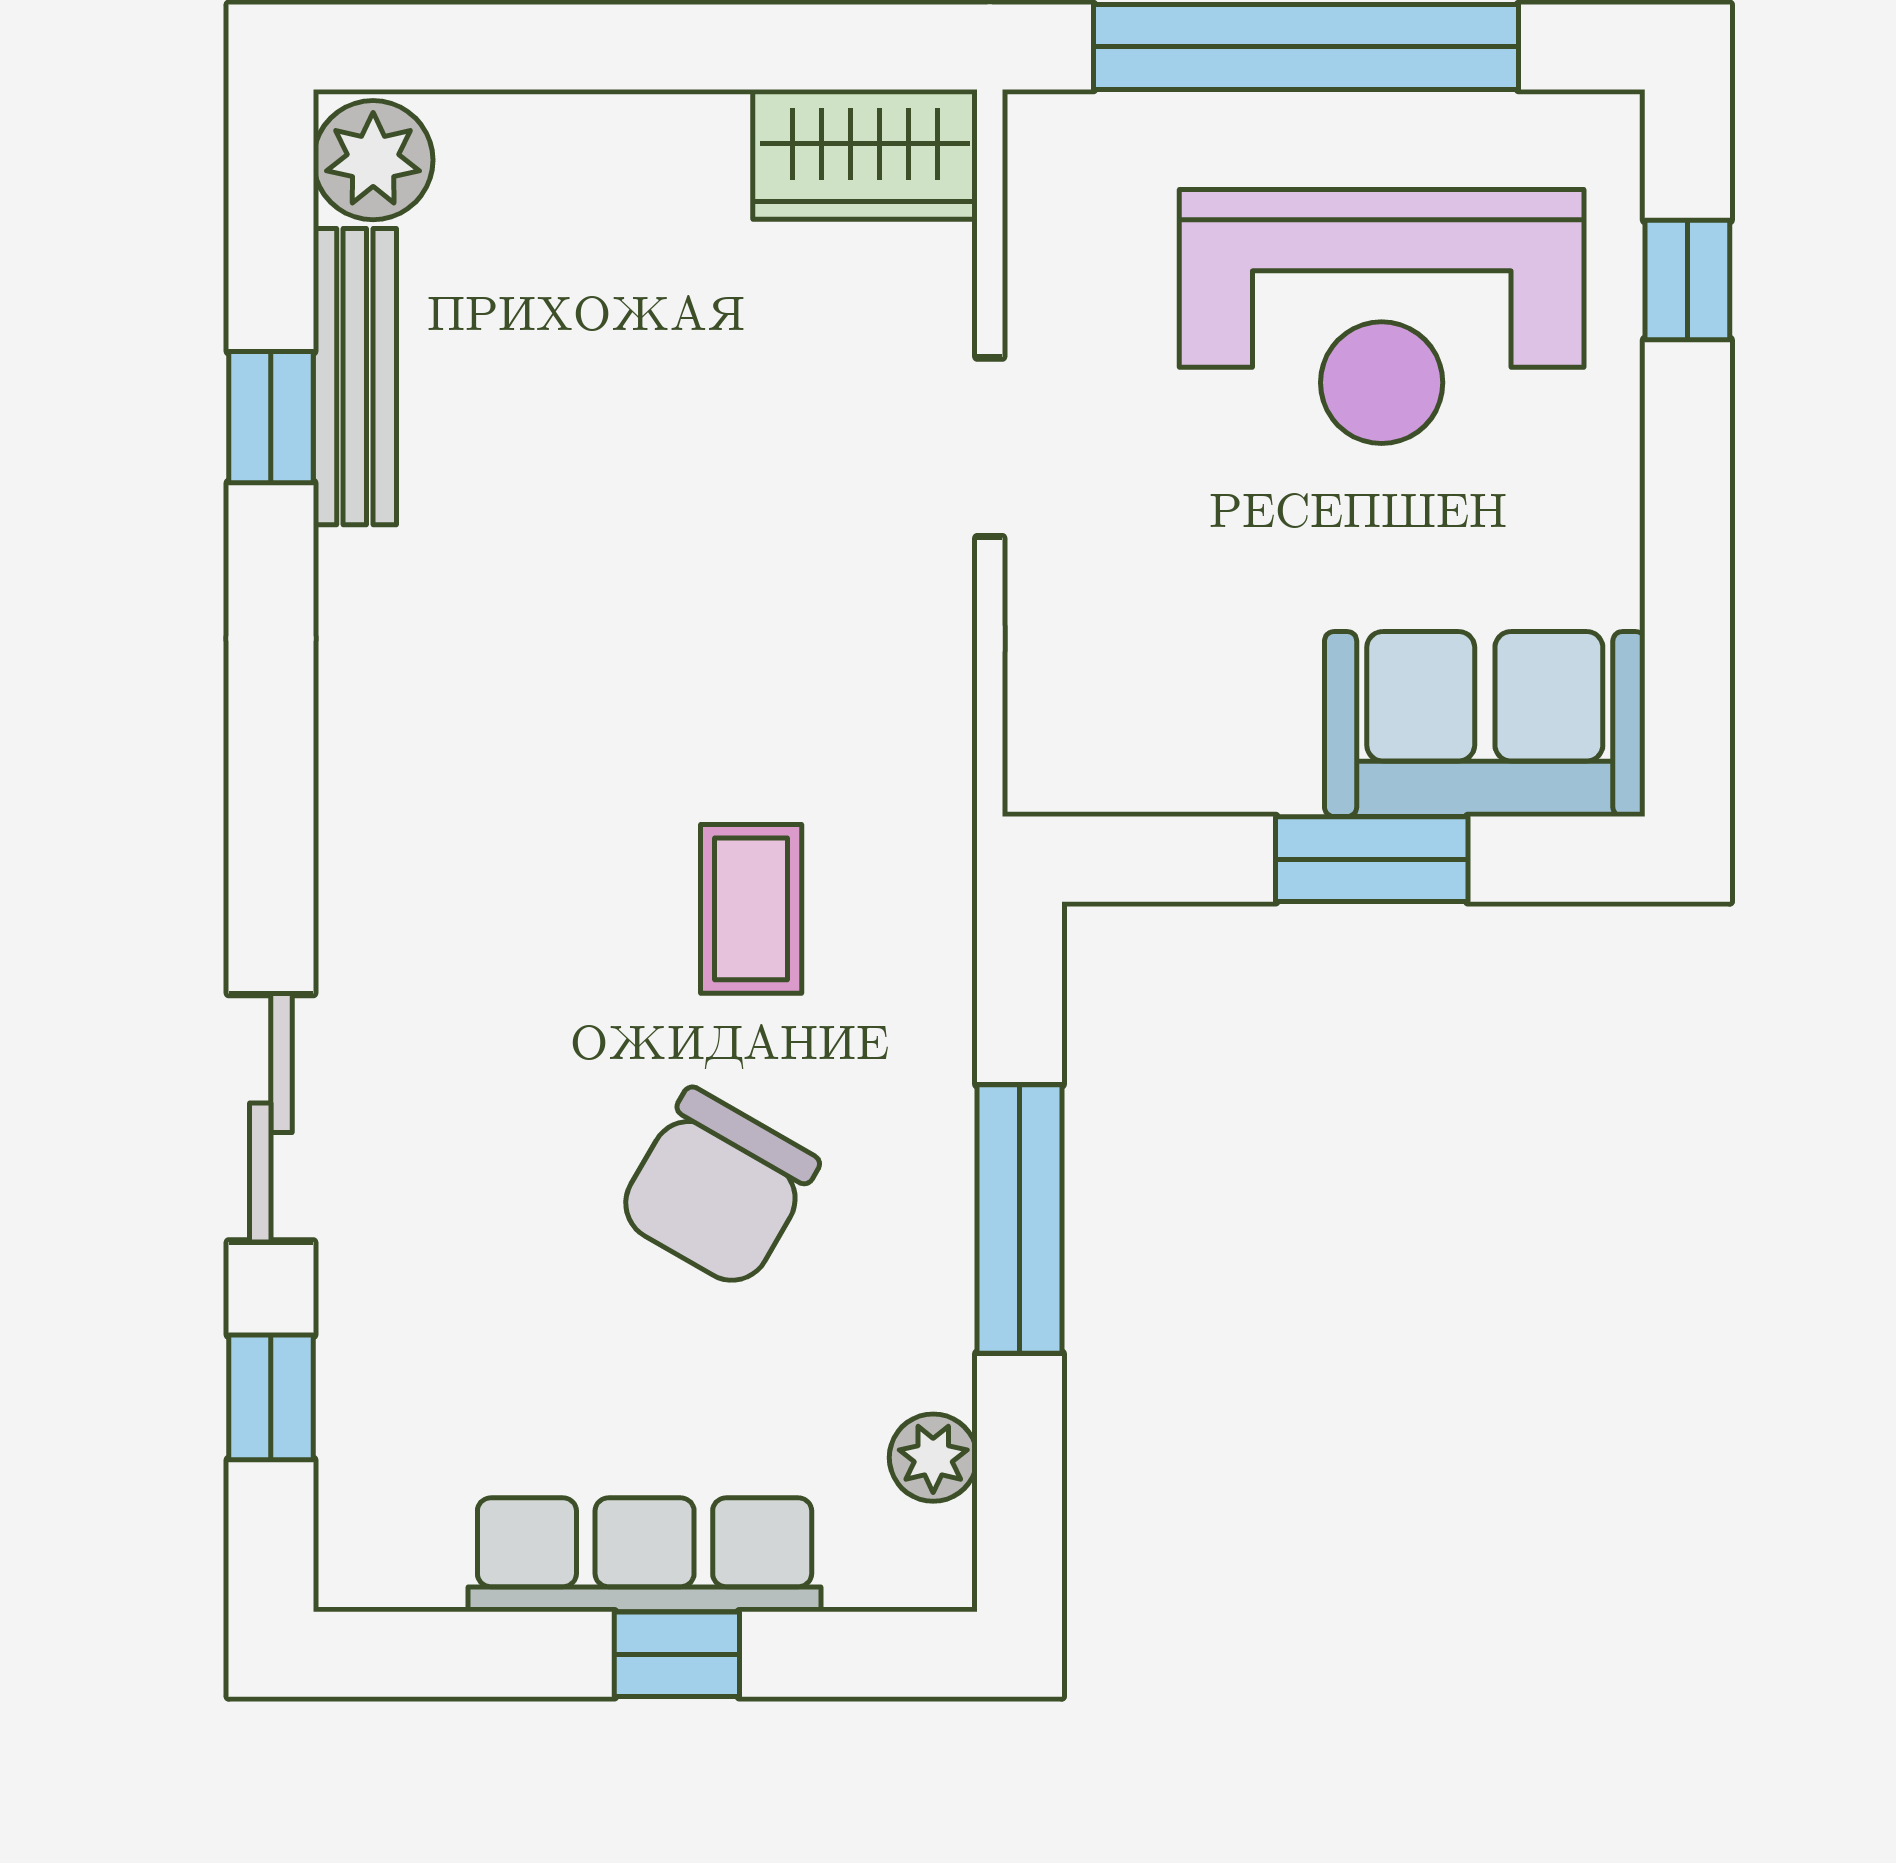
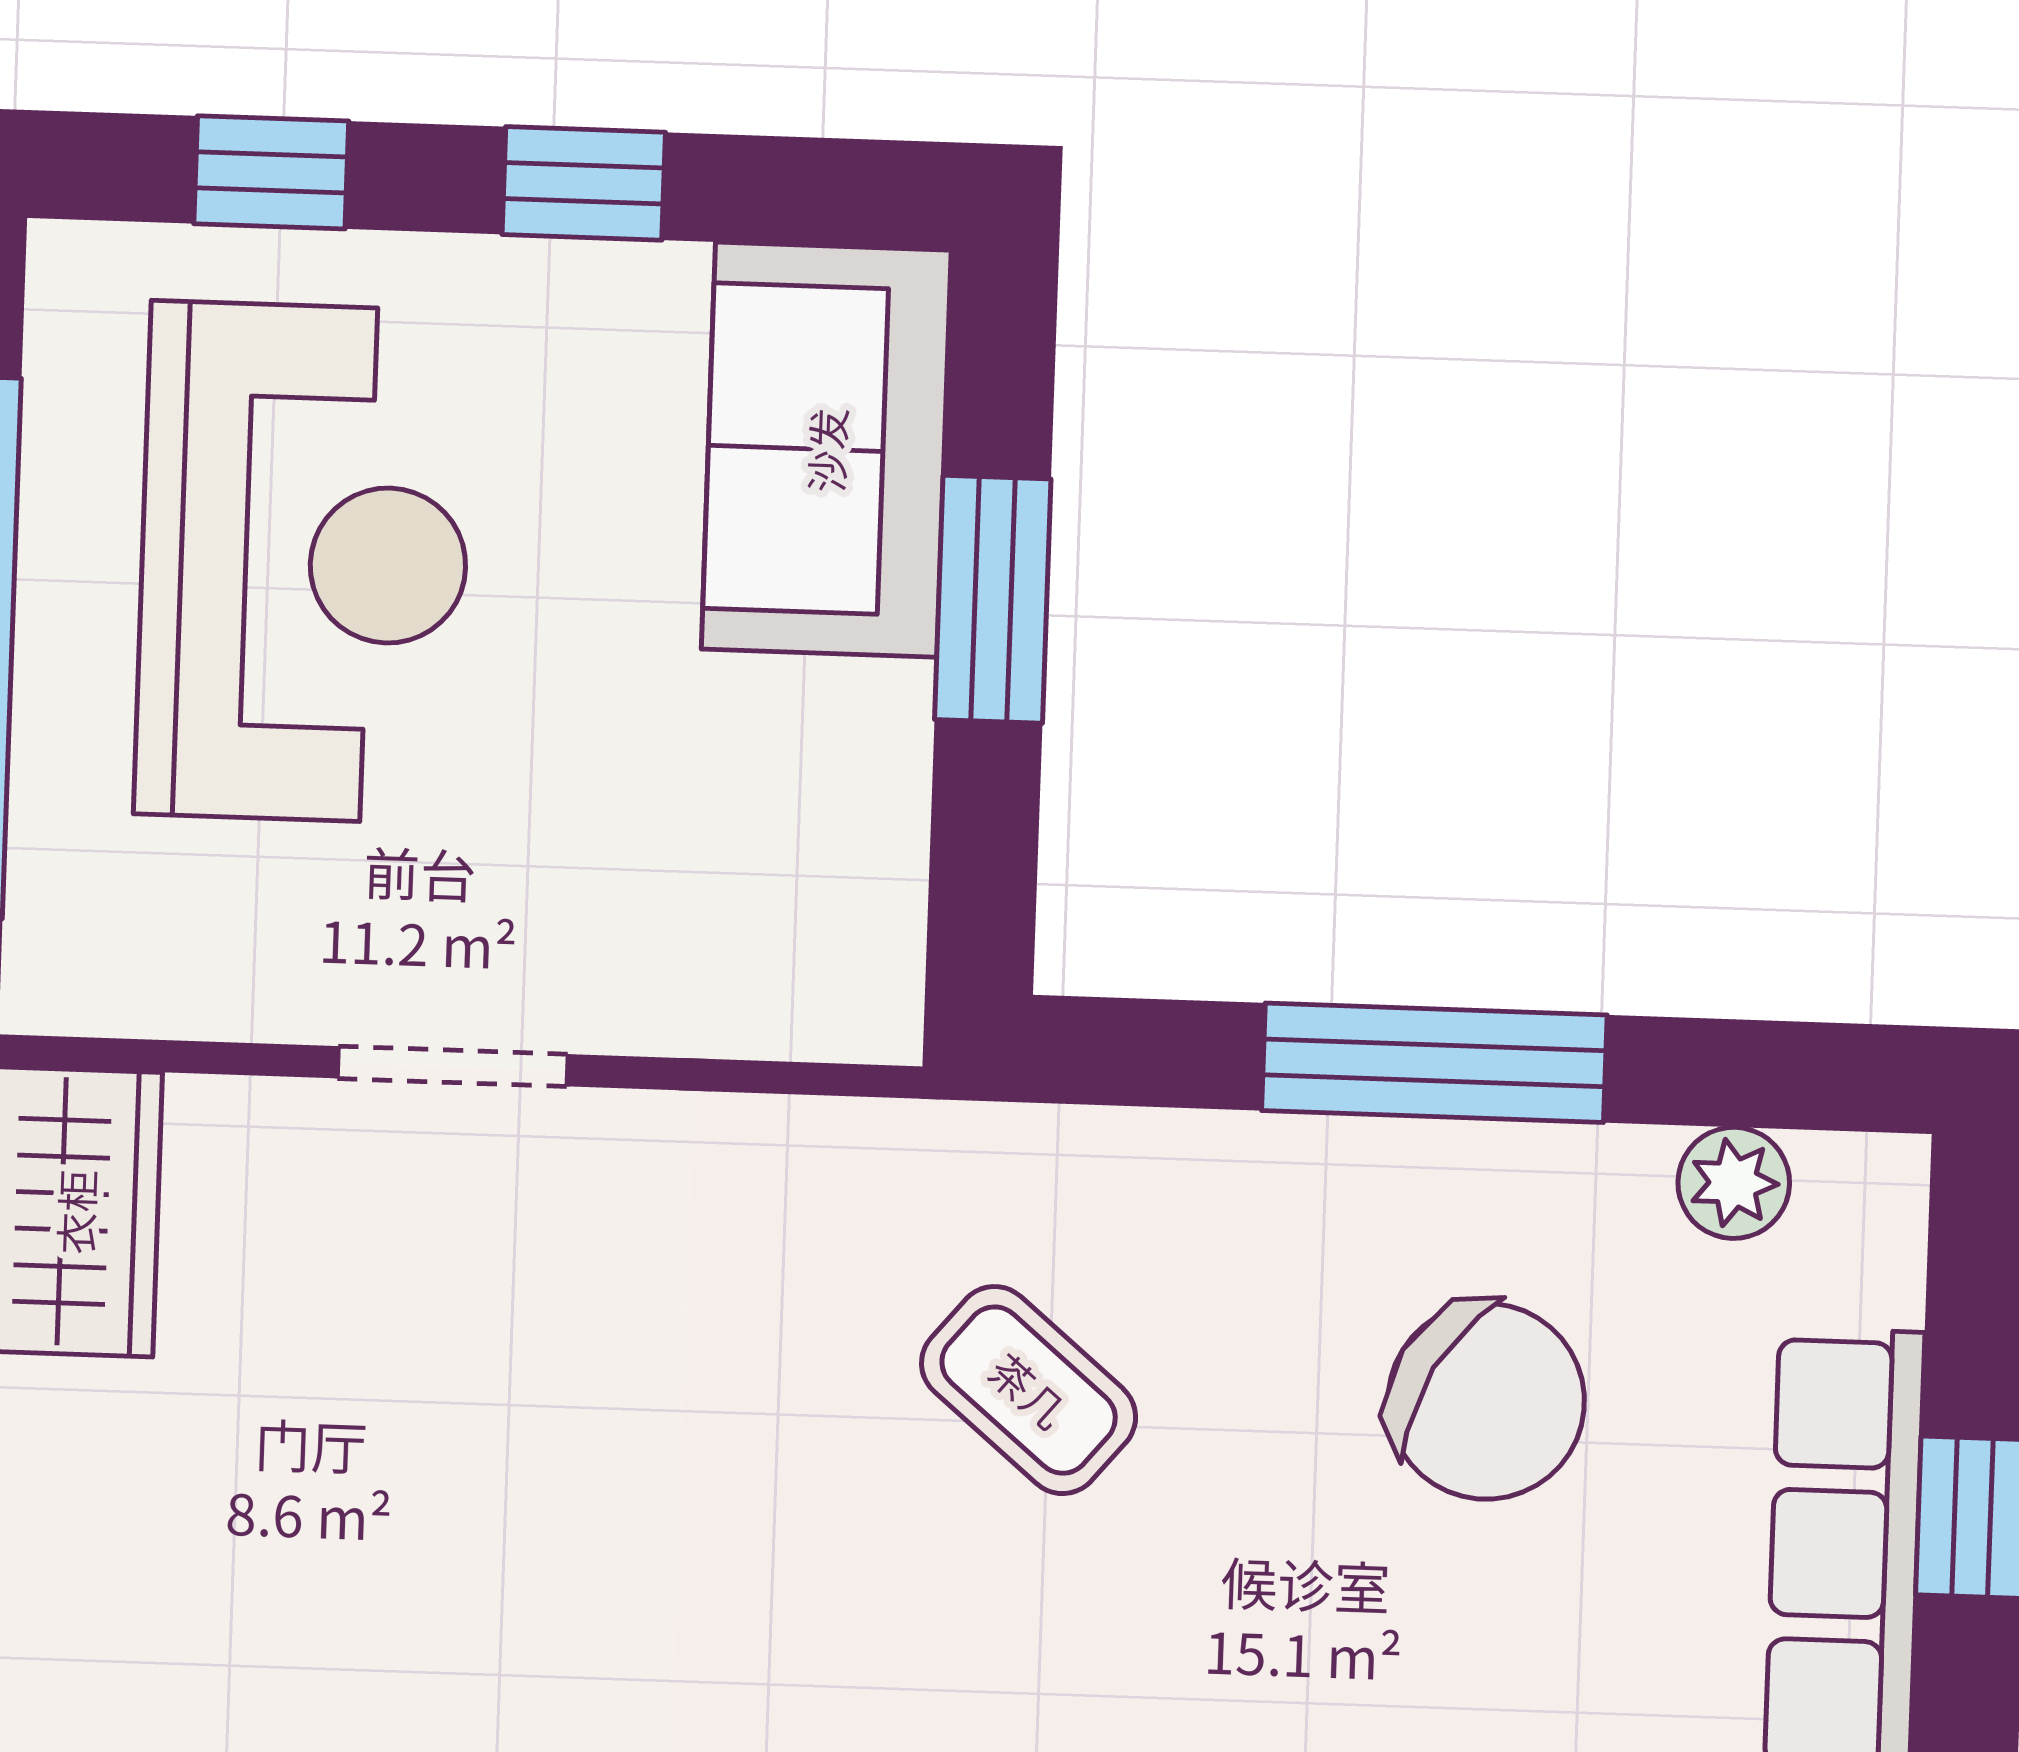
window: (1687, 526) -> (584, 183), added
coffee table: (751, 909) -> (1029, 1390), turned 40
chair: (717, 1189) -> (1486, 1401), moved

